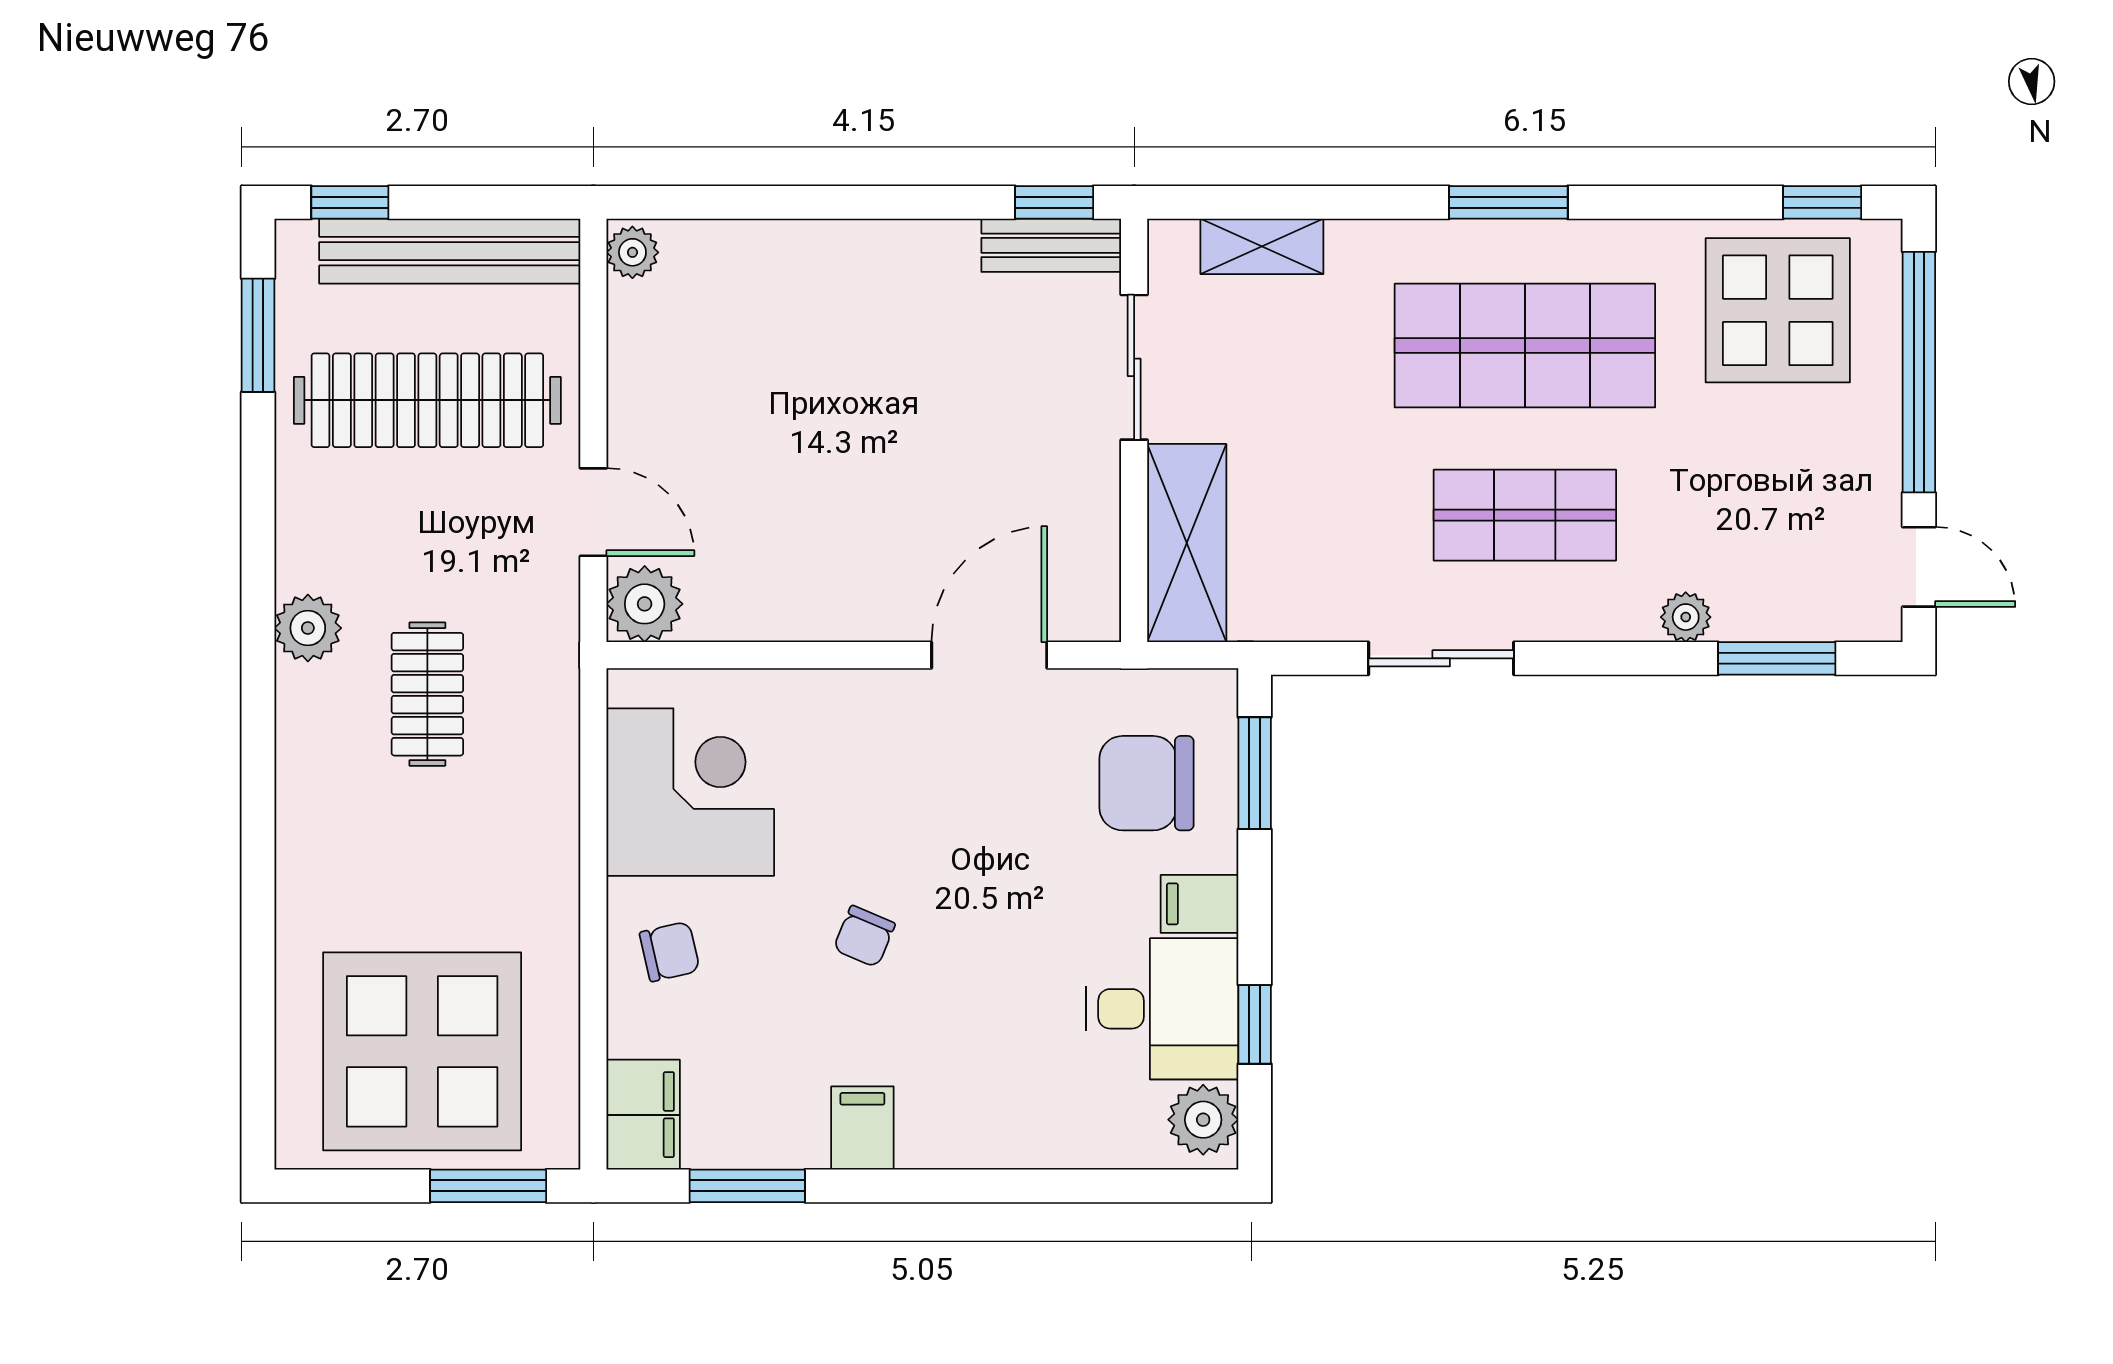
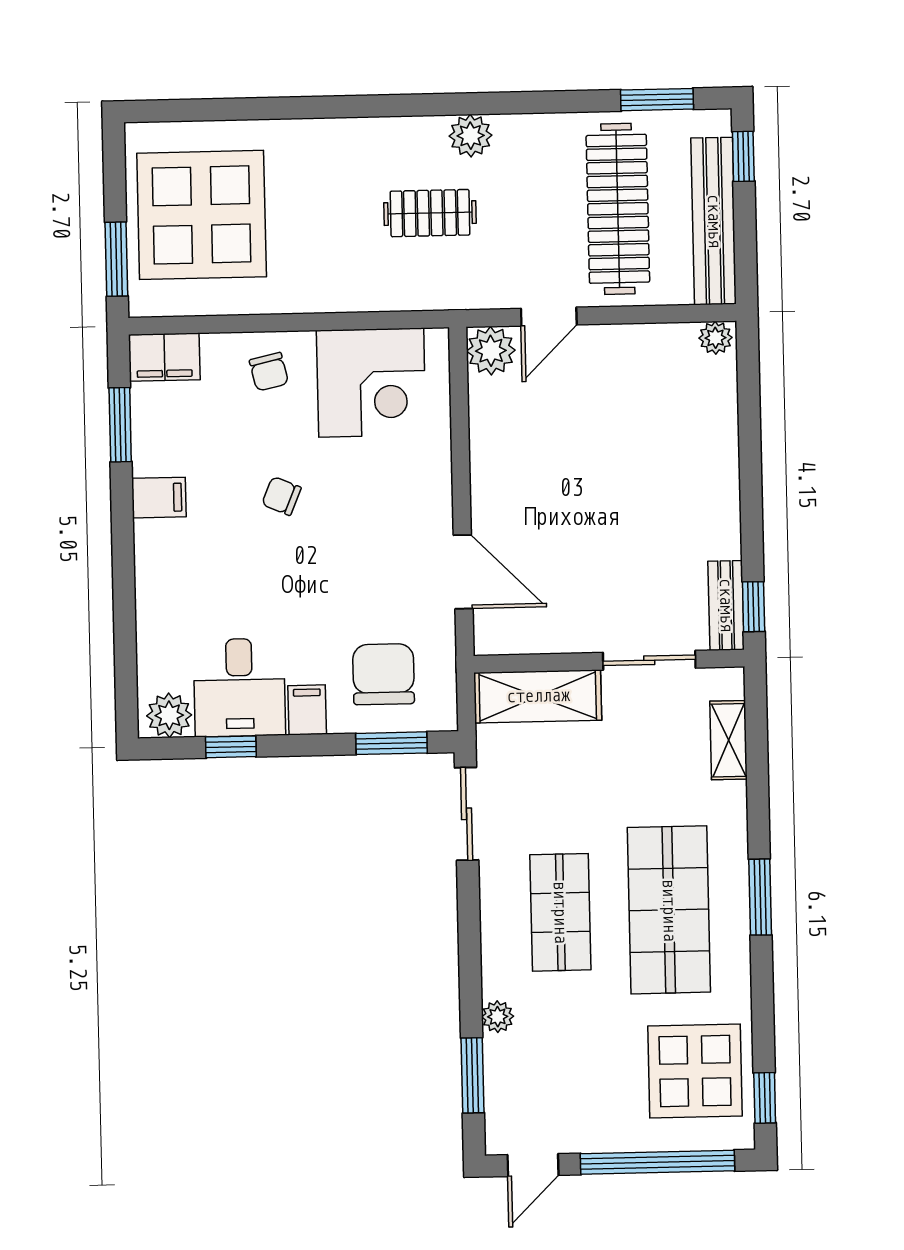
sliding door: (1441, 658) -> (467, 814), moved

